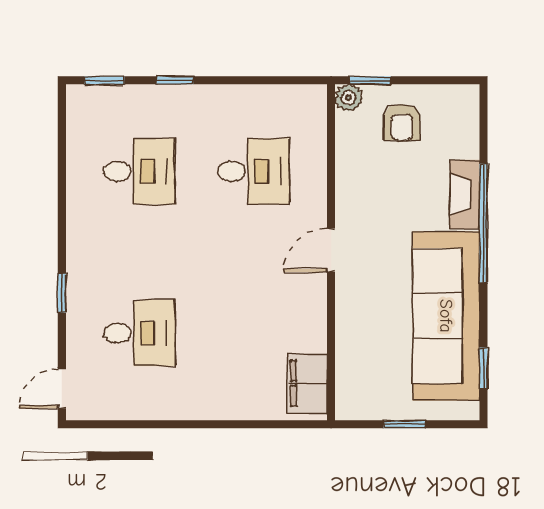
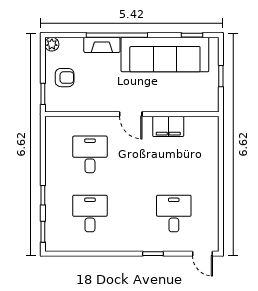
plant: (349, 98) -> (52, 44), moved
filing cabinet: (307, 383) -> (168, 126), moved

